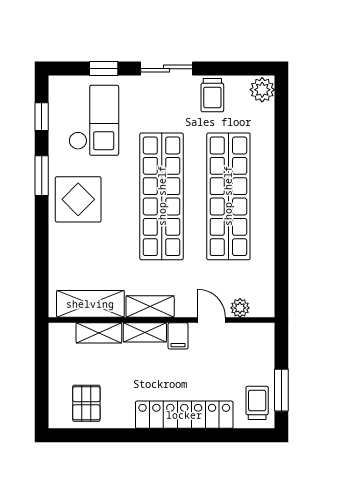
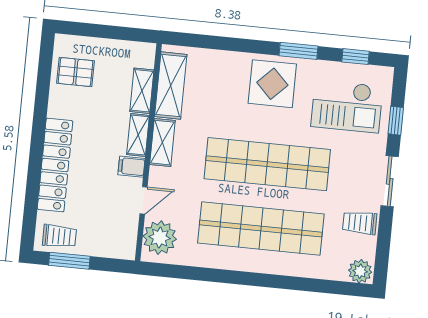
plant: (240, 308) -> (160, 238), width x1.88, depth x1.88

